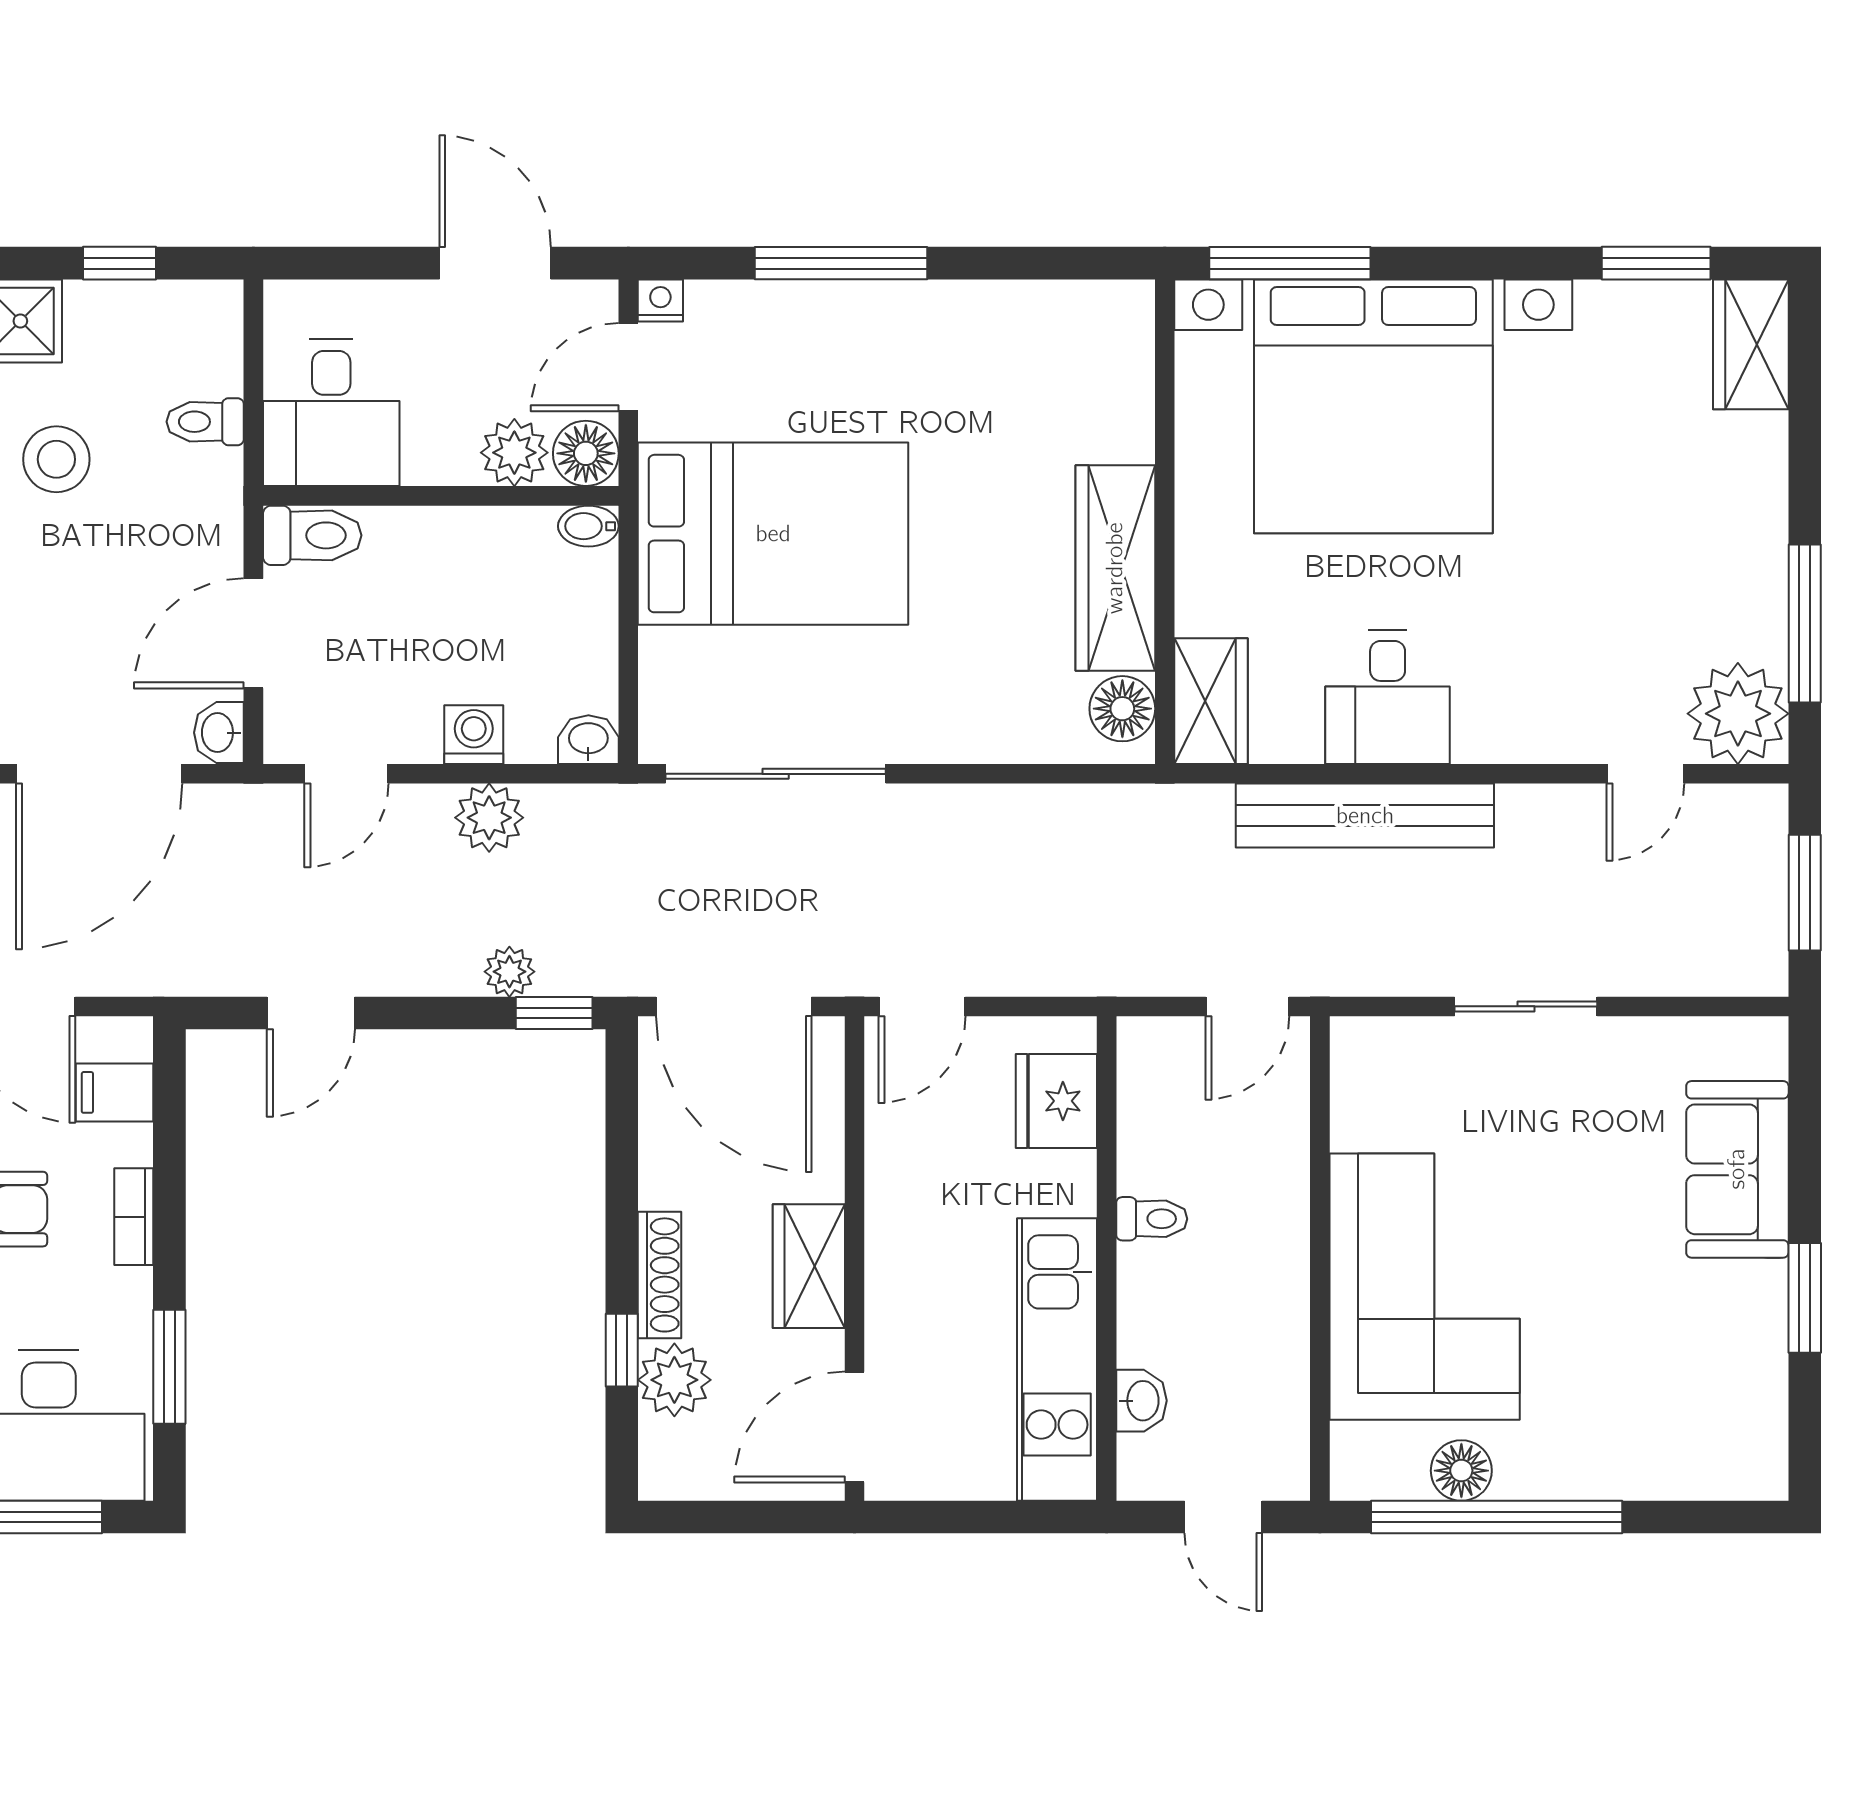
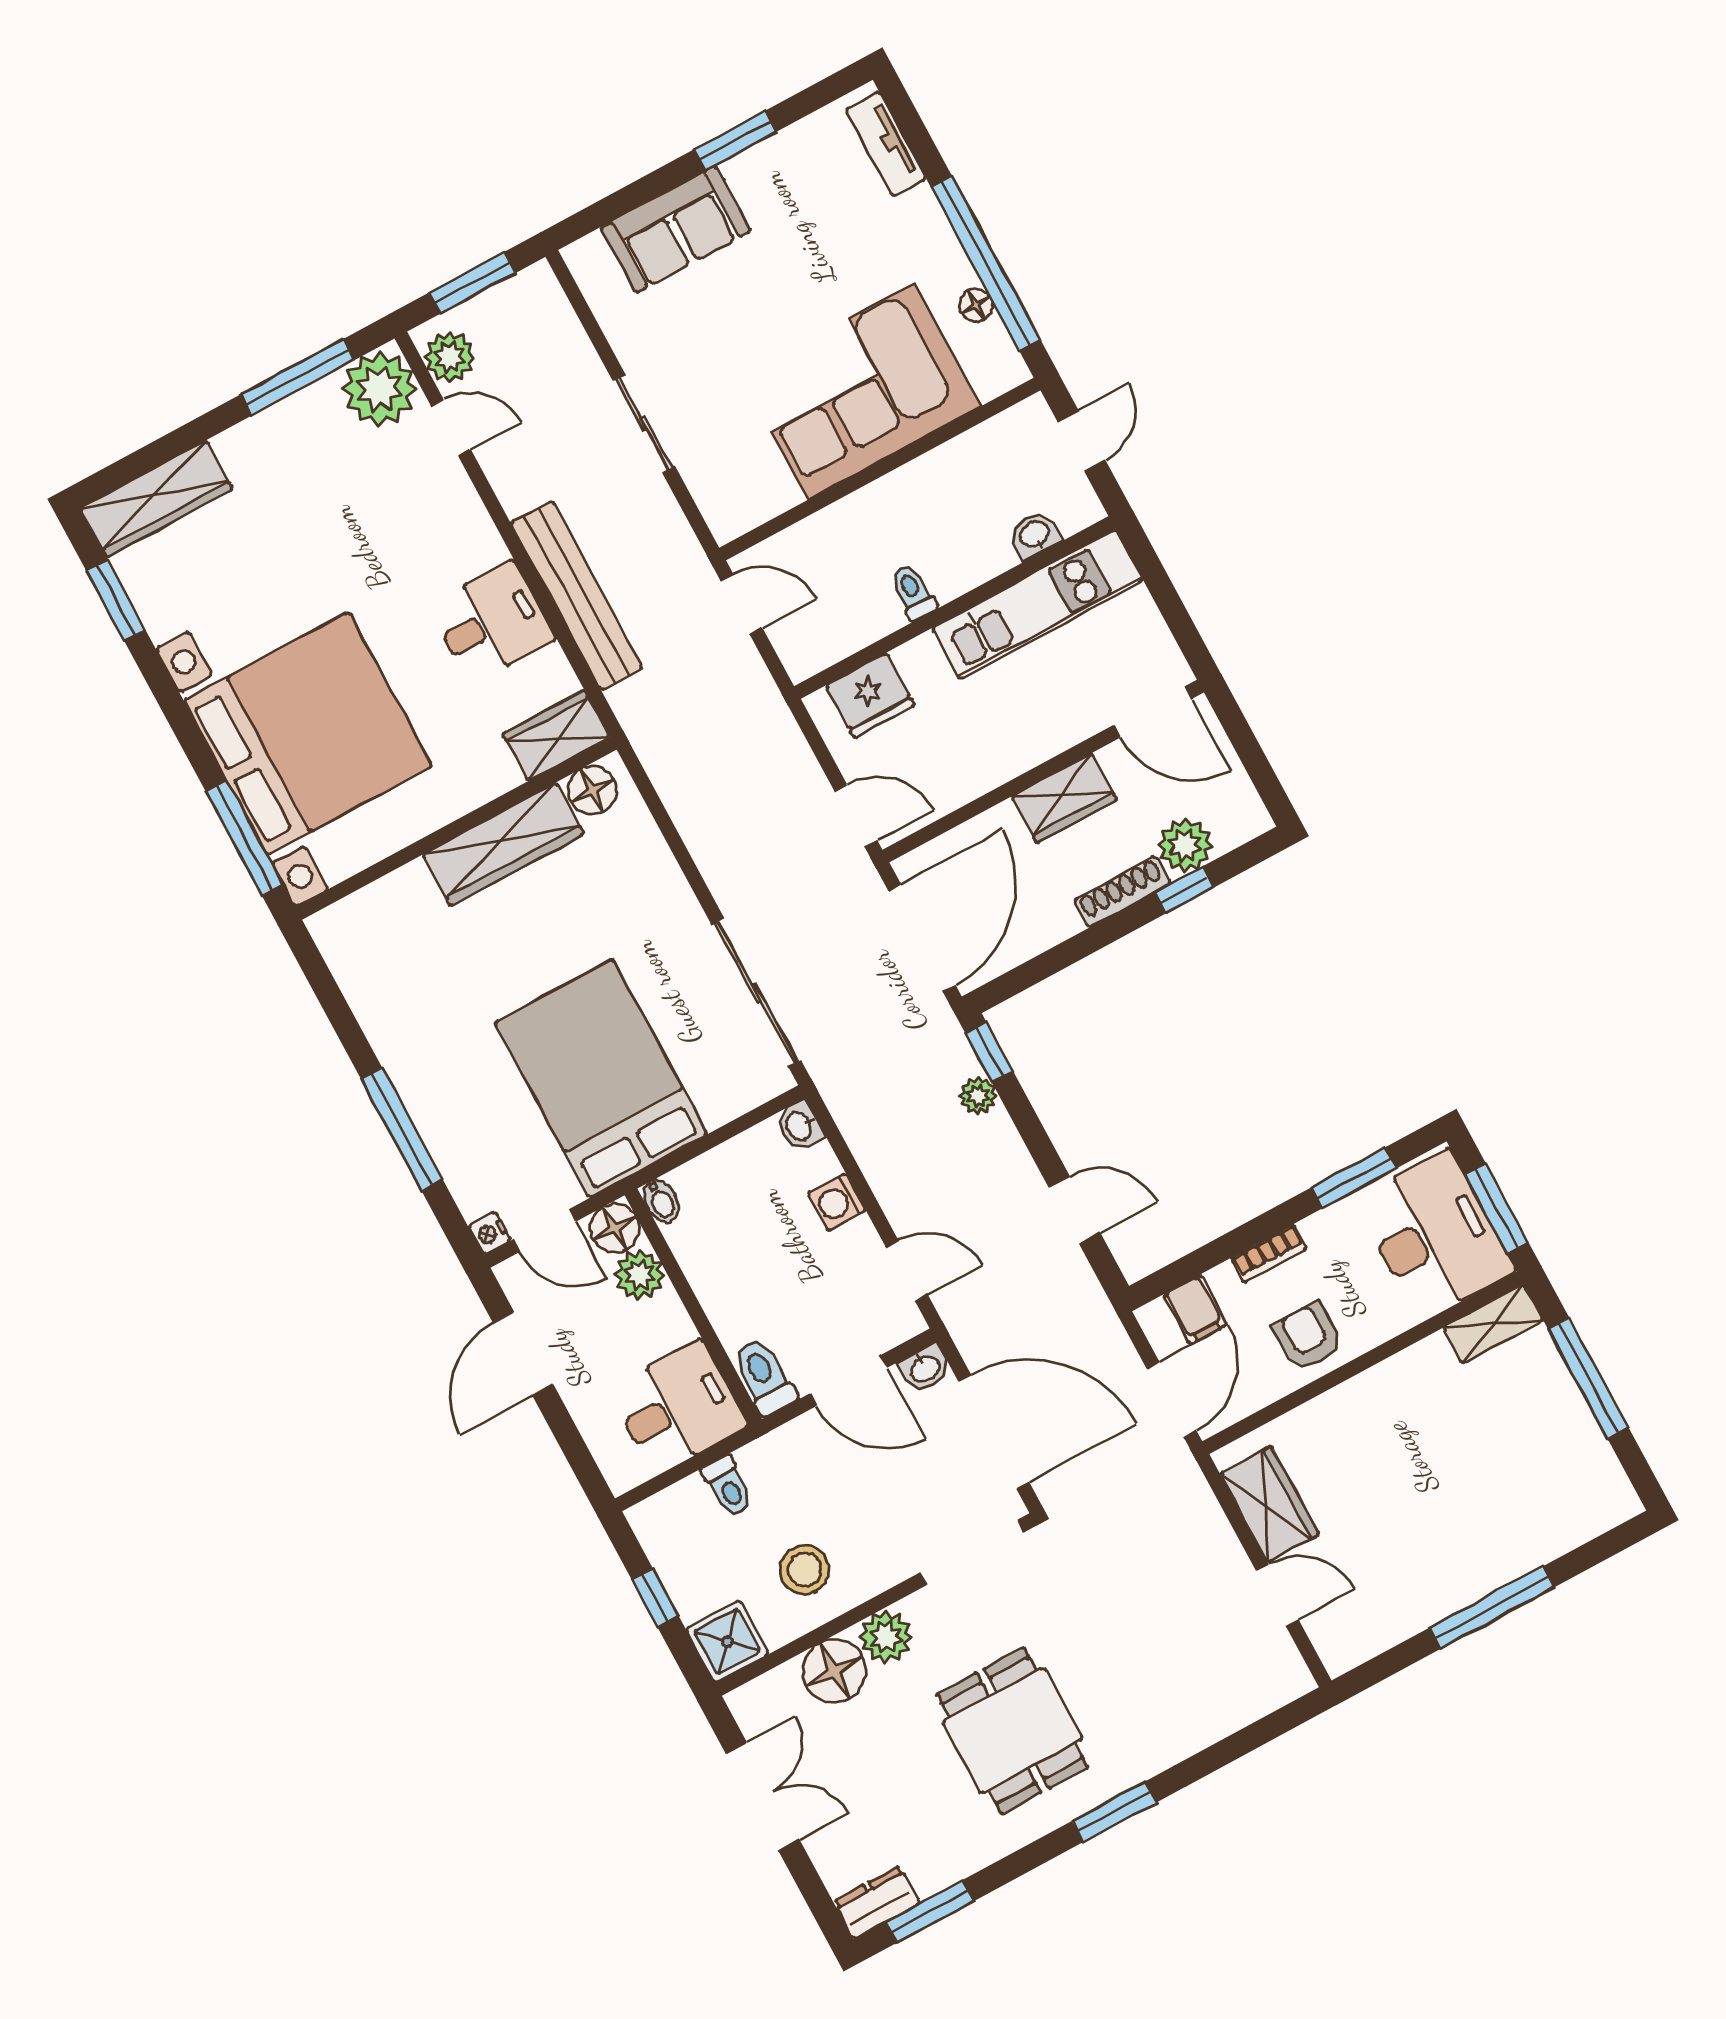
wardrobe: (1751, 344) -> (156, 499), width x1.50
plant: (489, 818) -> (449, 357), moved
floor lamp: (1461, 1471) -> (976, 305), width x0.73, depth x0.73
tv unit: (1703, 1475) -> (886, 144), added

